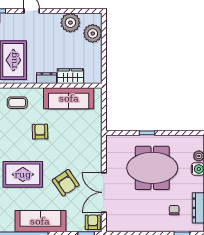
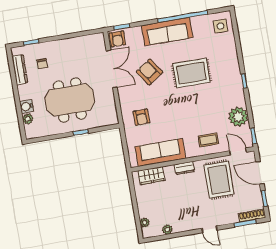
plant: (70, 23) -> (167, 230), width x0.53, depth x0.53
plant: (93, 33) -> (145, 223), width x0.53, depth x0.53
wardrobe: (70, 76) -> (151, 176), moved
armchair: (40, 132) -> (141, 117), moved

